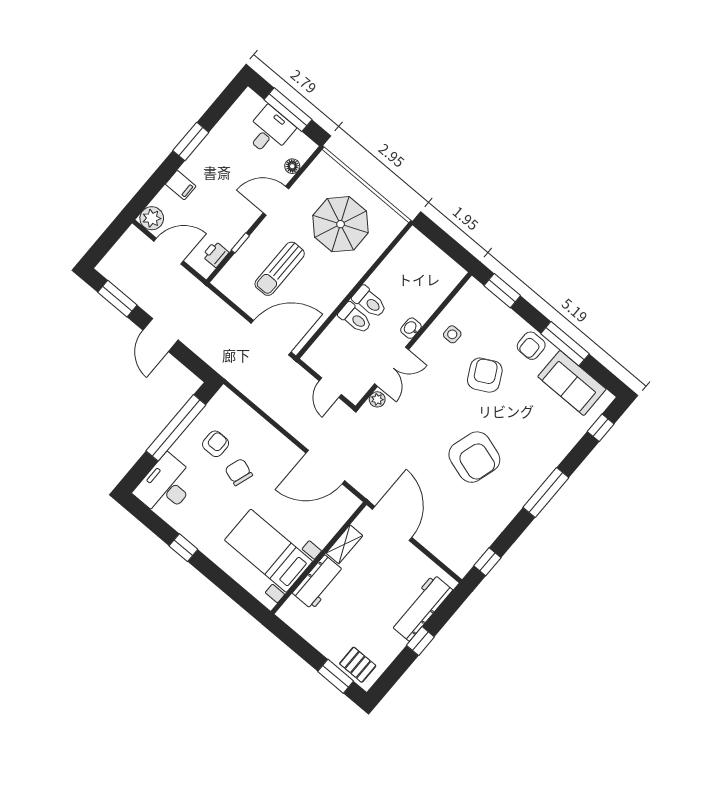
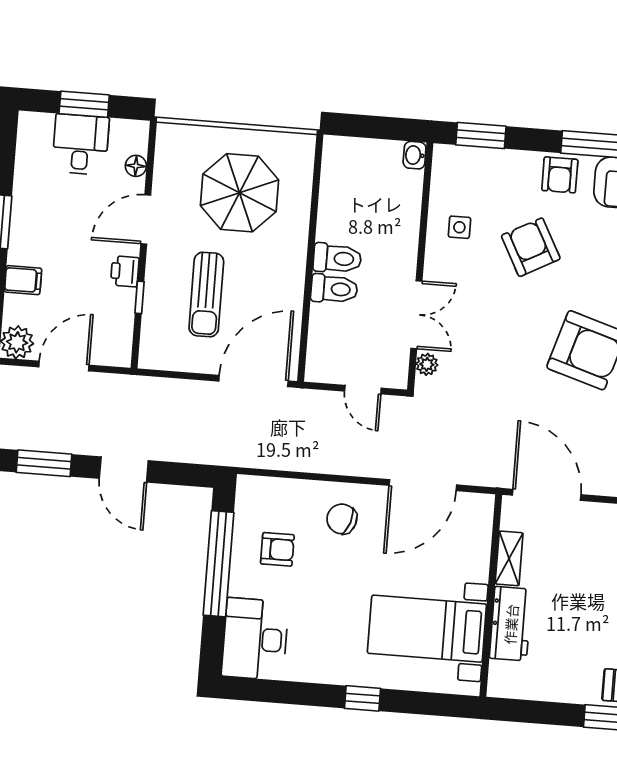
window: (288, 110) -> (84, 104), width x0.69
printer: (215, 254) -> (125, 271), moved
washbasin: (411, 328) -> (415, 155), moved
armchair: (216, 444) -> (277, 549), turned 90
chair: (239, 472) -> (342, 519), moved
window: (183, 548) -> (362, 698), moved

